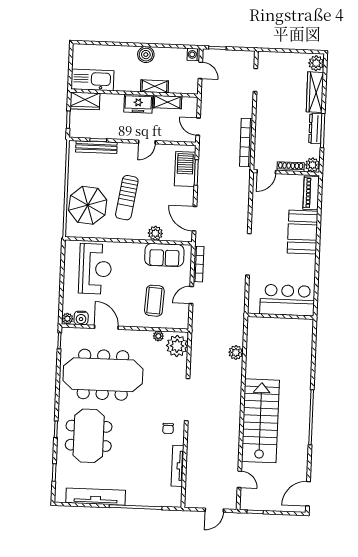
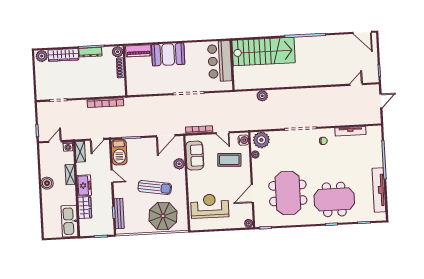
washing machine: (193, 54) -> (68, 146), moved
wardrobe: (85, 101) -> (85, 208), moved
shelving: (167, 102) -> (80, 152), moved
barbecue: (185, 169) -> (119, 152), moved, turned -90
door: (266, 172) -> (126, 86), removed
water cooler: (81, 318) -> (243, 140), moved
meeting table: (103, 375) -> (288, 193), width x0.73
stairs: (260, 421) -> (264, 52), moved, turned 180
door: (214, 510) -> (381, 101), hinge flipped

